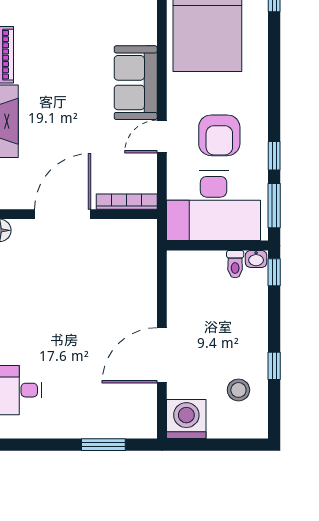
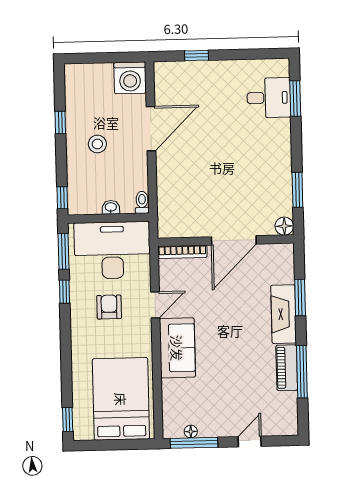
armchair: (219, 135) -> (109, 307), width x0.72, depth x0.72
washbasin: (256, 259) -> (111, 207), moved
toilet: (235, 264) -> (142, 202), moved
stool: (238, 390) -> (97, 144), moved
window: (103, 445) -> (196, 55), width x0.67

